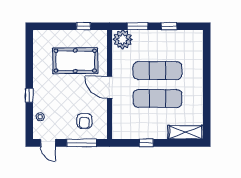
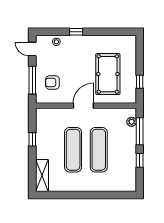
window: (137, 26) -> (140, 131), width x1.44
plant: (123, 39) -> (132, 122), width x0.53, depth x0.53
door: (48, 143) -> (32, 49), hinge flipped

